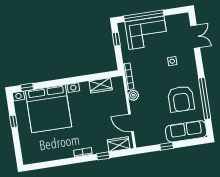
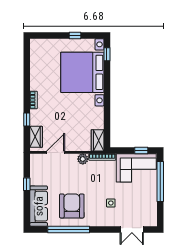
corner sofa: (146, 33) -> (136, 168), moved, turned -90
wardrobe: (101, 85) -> (98, 140), moved
armchair: (181, 99) -> (72, 206), turned 90

